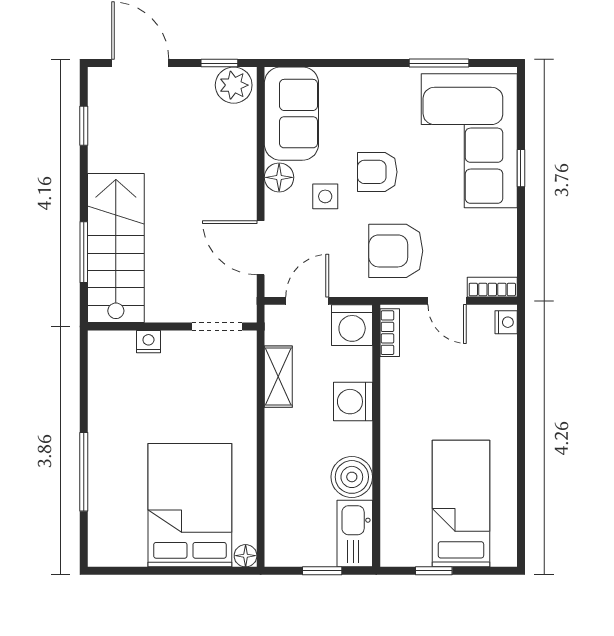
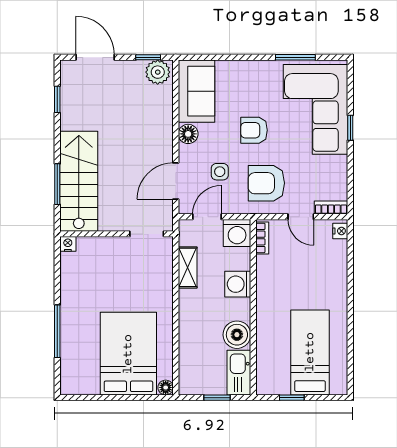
side table: (325, 196) -> (220, 172), moved
door: (261, 248) -> (176, 181), hinge flipped
nightstand: (148, 342) -> (68, 244), moved

